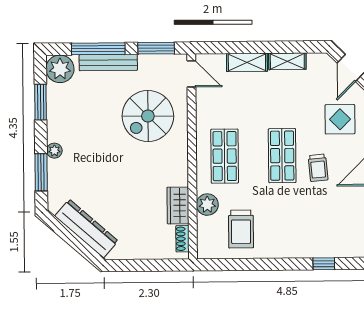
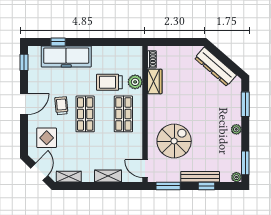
window: (98, 49) -> (207, 186), width x0.46
shelving: (287, 61) -> (69, 177), moved
plant: (60, 69) -> (236, 177), width x0.53, depth x0.53
window: (41, 102) -> (245, 163), moved
plant: (54, 151) -> (236, 129), moved
trolley: (241, 229) -> (109, 82), moved, turned -90
freezer: (311, 242) -> (66, 56), added

